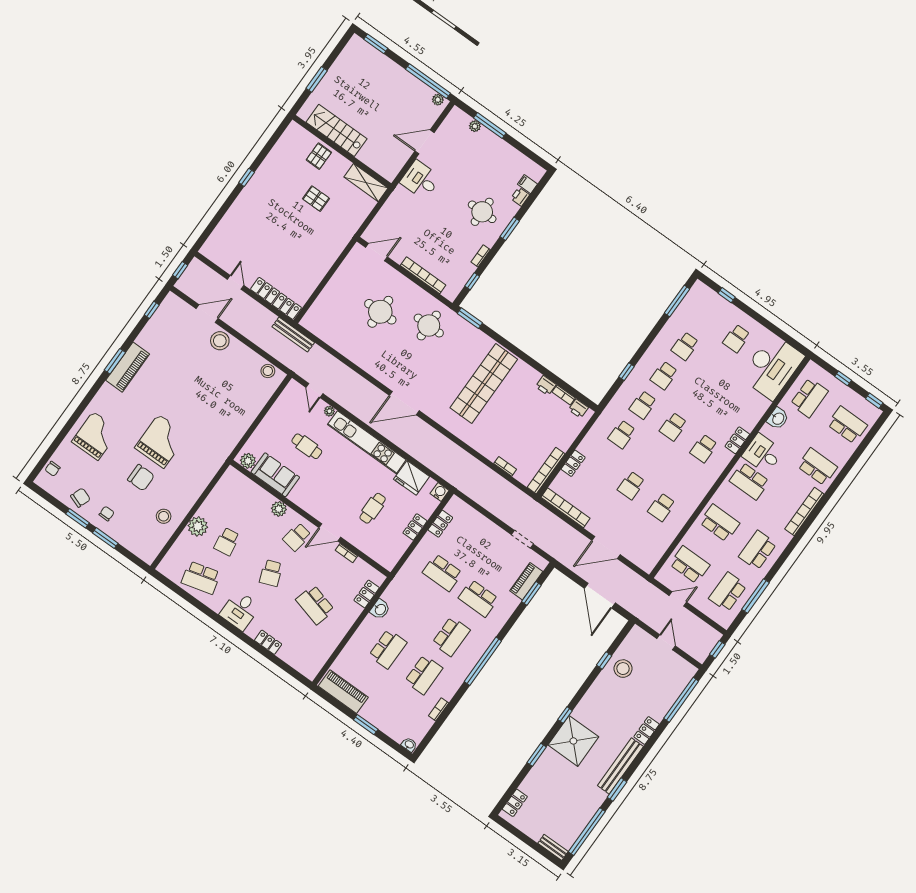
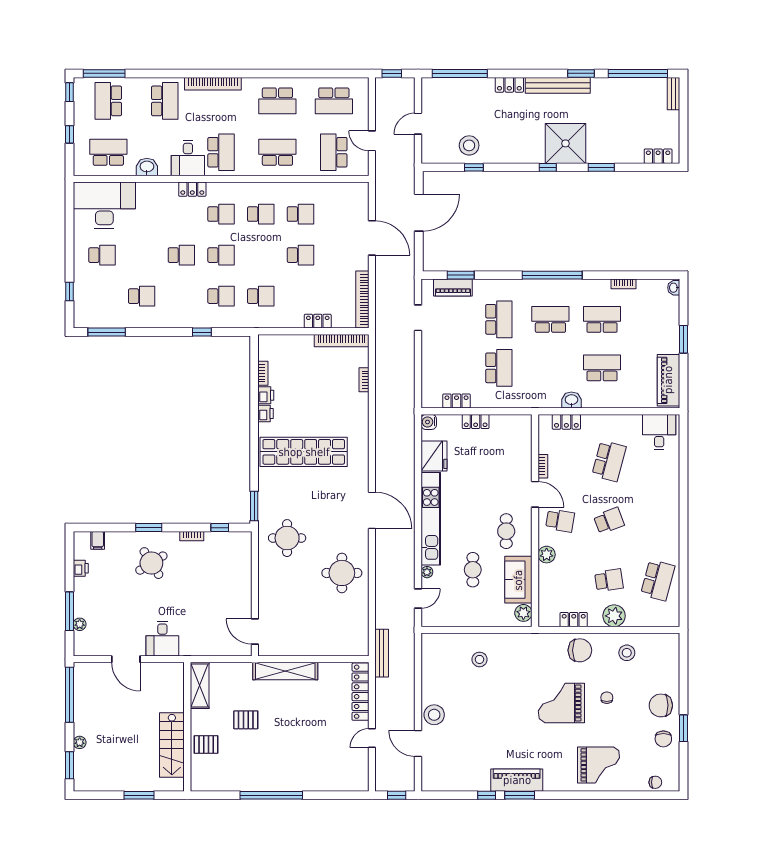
plant: (438, 100) -> (80, 742), moved
window: (247, 177) -> (271, 795), width x3.17
printer: (520, 197) -> (81, 568), moved, turned -90
pallet: (316, 199) -> (246, 720), turned 90
round table: (482, 212) -> (151, 563), turned -32
shelving: (331, 254) -> (285, 671), added
bookcase: (423, 275) -> (246, 575), removed
window: (152, 310) -> (487, 795), moved
round table: (380, 312) -> (342, 573), moved
stool: (268, 371) -> (480, 659), moved
school desk: (664, 375) -> (181, 255), moved
printer: (578, 409) -> (266, 414), moved
grand piano: (95, 436) -> (599, 765), turned 180
school desk: (817, 467) -> (165, 101), turned 180
chair: (141, 478) -> (607, 698), width x0.54, depth x0.54
school desk: (683, 478) -> (261, 214), added
chair: (190, 483) -> (580, 650), added
chair: (80, 498) -> (663, 739), turned -110
cafe table: (373, 508) -> (506, 531), moved, turned 90
chair: (107, 514) -> (661, 705), width x1.87, depth x1.87
school desk: (720, 523) -> (277, 152), turned 90
window: (105, 538) -> (684, 691), removed
school desk: (201, 578) -> (658, 580), turned 30
window: (755, 596) -> (104, 73), moved
desk: (240, 610) -> (659, 432), moved, turned -90
locker: (268, 642) -> (574, 620), moved, turned 90

